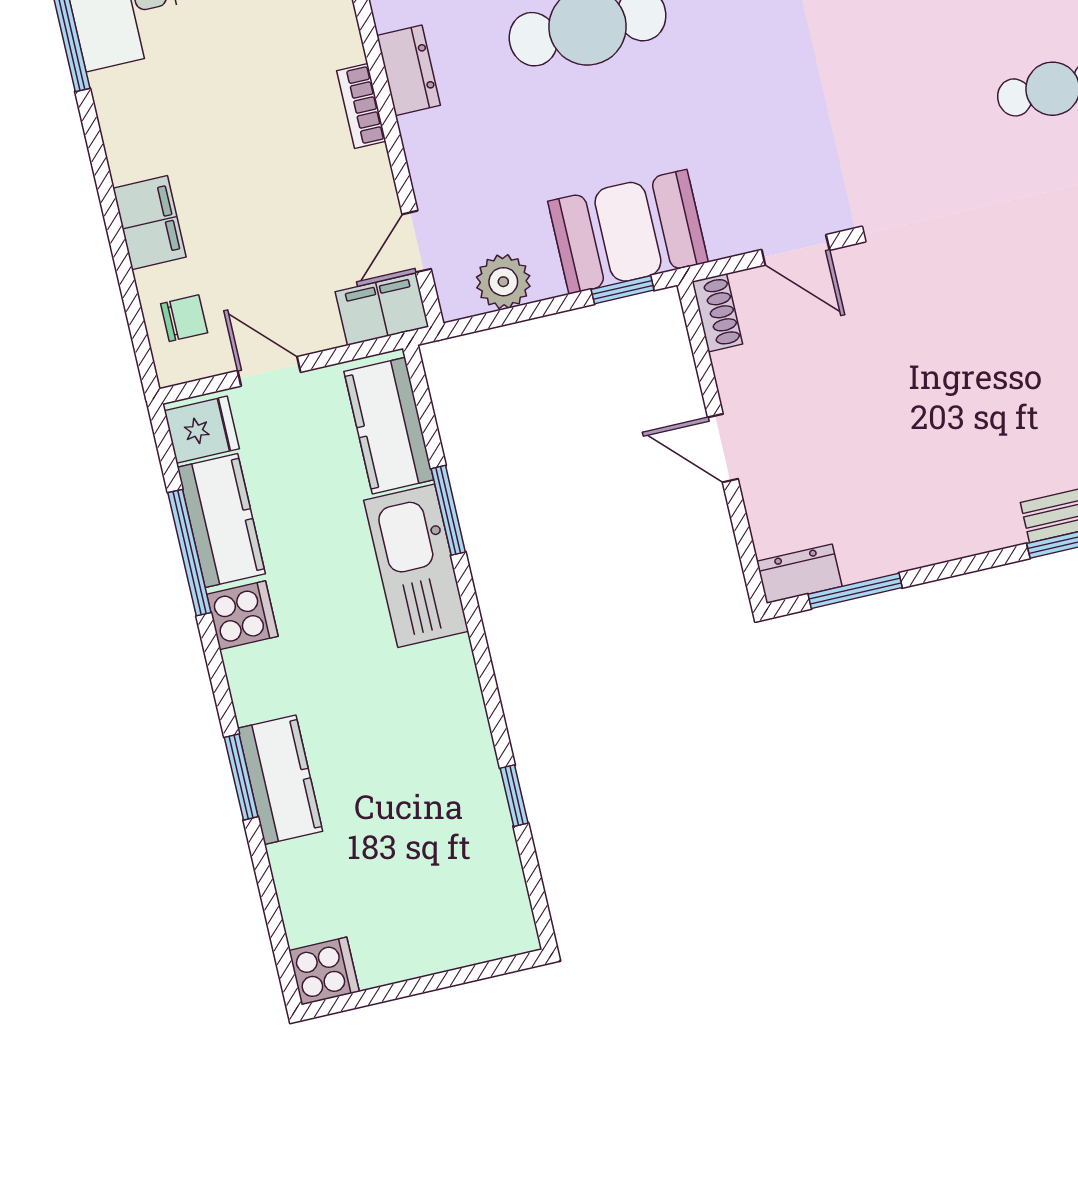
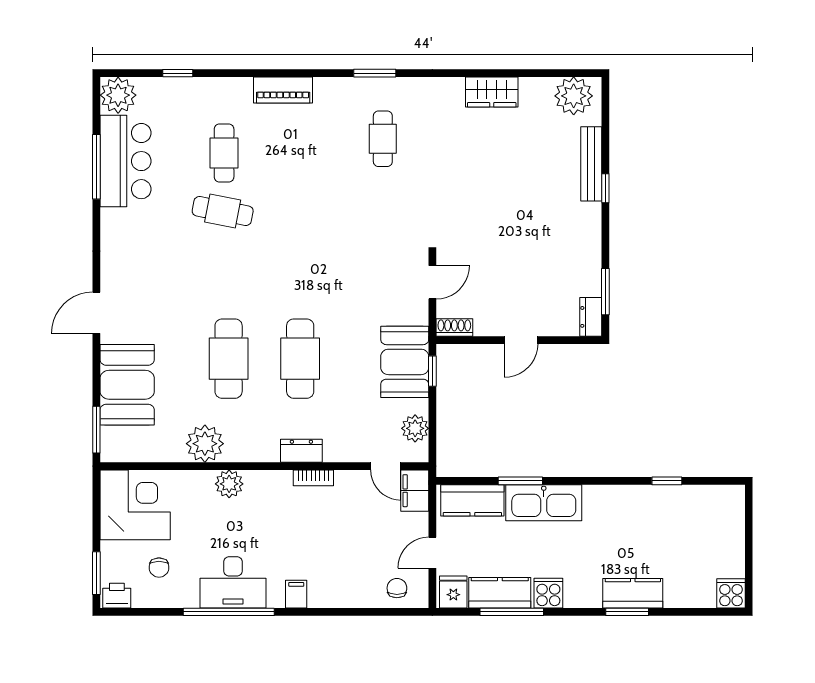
filing cabinet: (150, 223) -> (296, 594), moved, width x0.50

